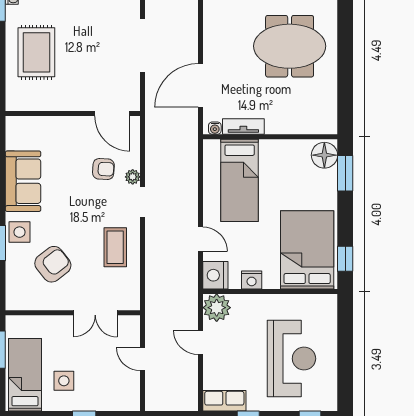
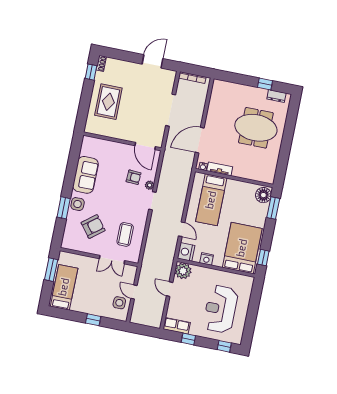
coffee table: (115, 247) -> (125, 234), moved
reception desk: (291, 359) -> (220, 309), turned 180
side table: (64, 381) -> (119, 303), moved

